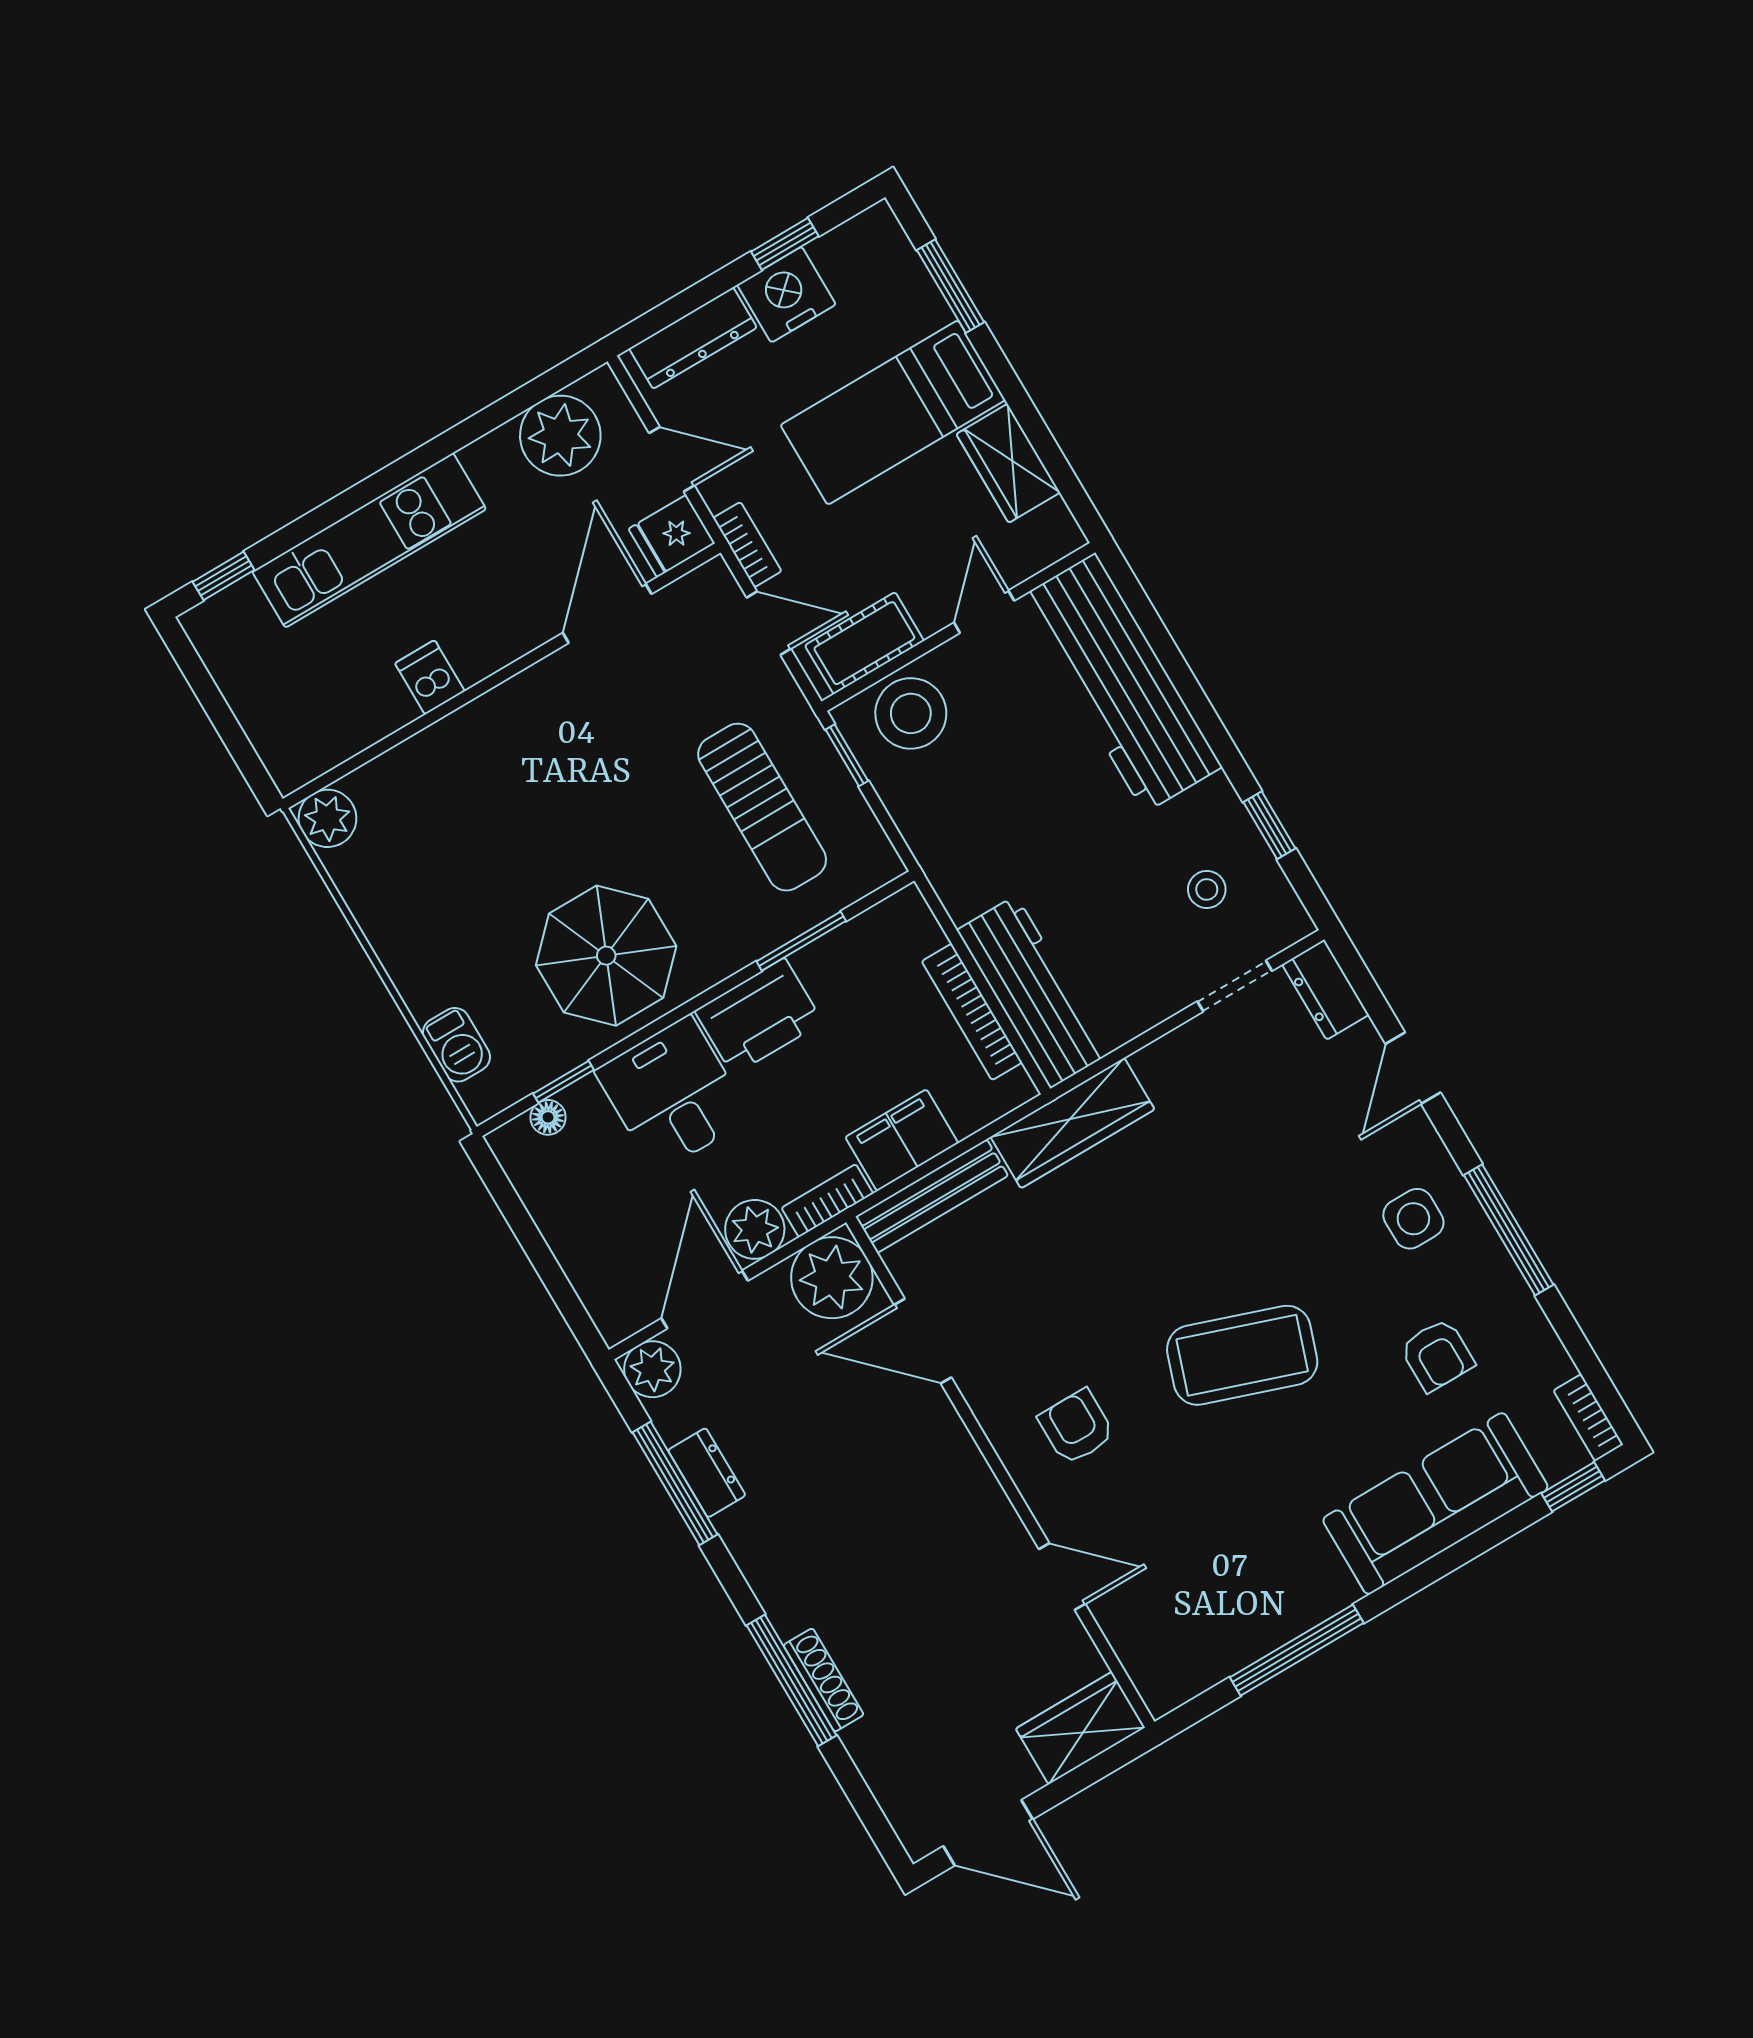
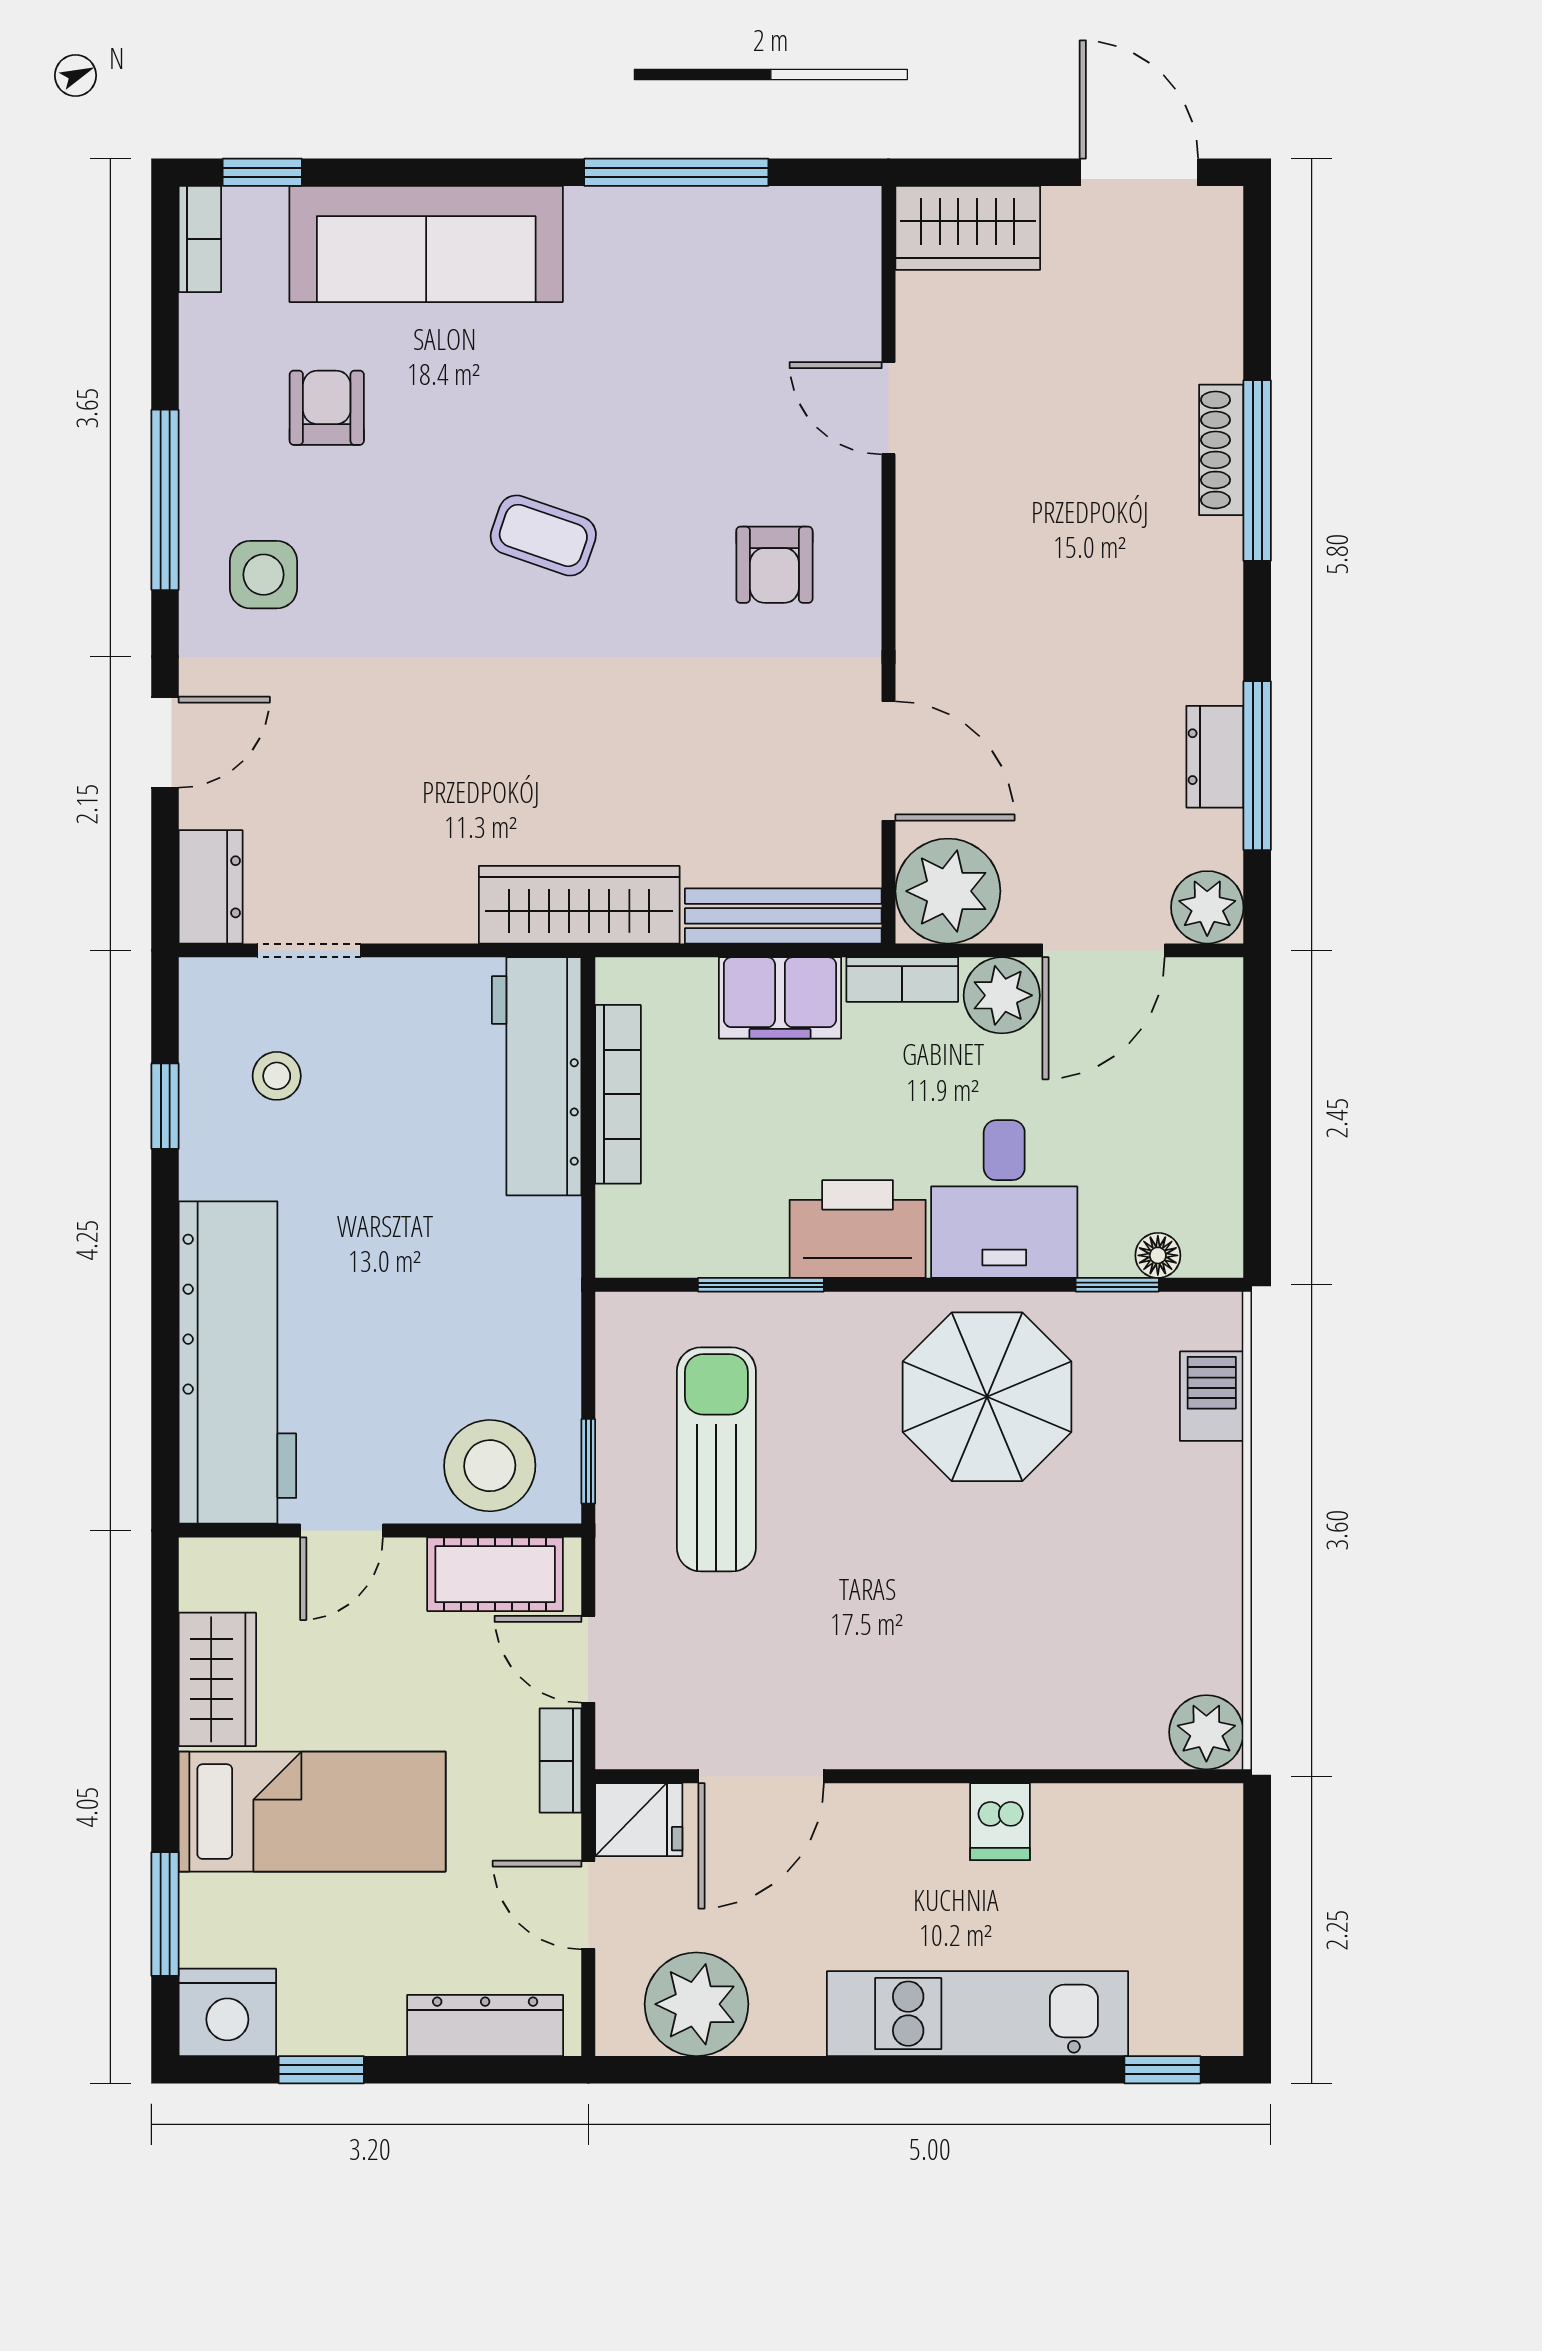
nightstand: (786, 295) -> (227, 2012), moved
coffee table: (1242, 1355) -> (543, 535), width x0.54, depth x0.58

